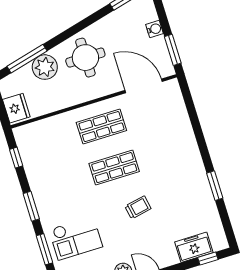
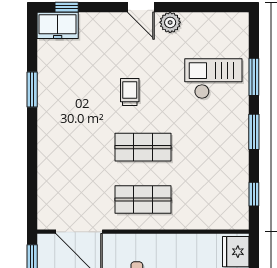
trolley: (138, 207) -> (130, 92), turned 101
freezer: (194, 247) -> (58, 25), moved

